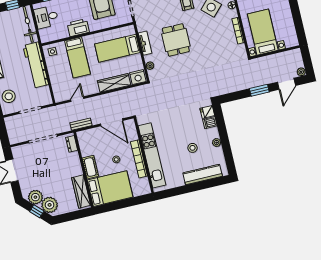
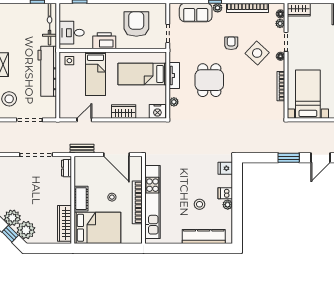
desk: (46, 17) -> (72, 33), moved
wardrobe: (114, 83) -> (124, 112), width x0.67
dishwasher: (210, 123) -> (225, 193), moved

